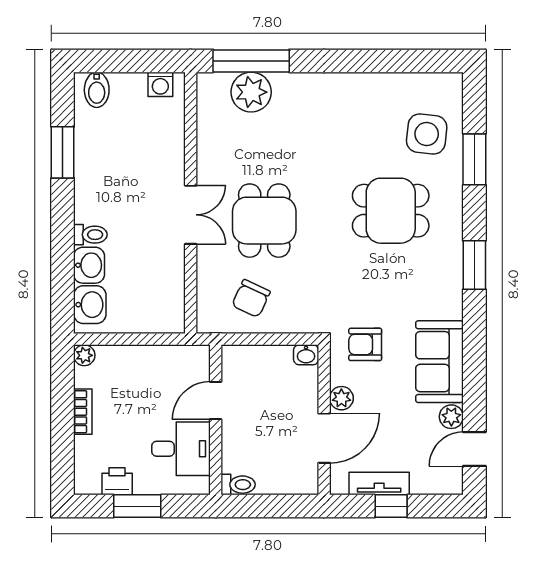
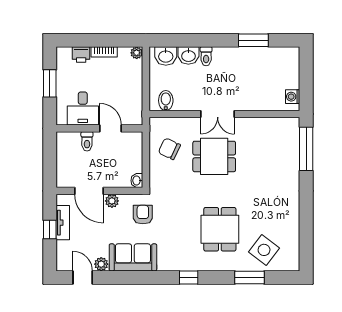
bidet: (97, 90) -> (166, 101), moved, turned 90
plant: (251, 92) -> (288, 149), removed
side table: (427, 134) -> (264, 250), turned 31
window: (474, 265) -> (189, 277), width x0.67
printer: (117, 481) -> (81, 55), moved, turned 90
toilet: (238, 485) -> (87, 141), moved

